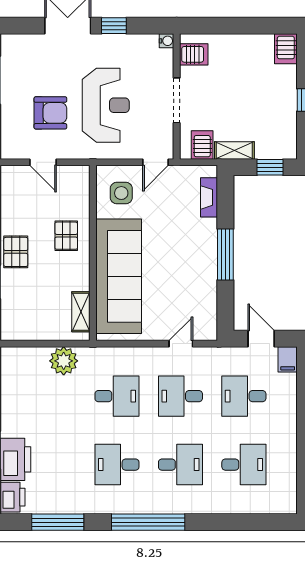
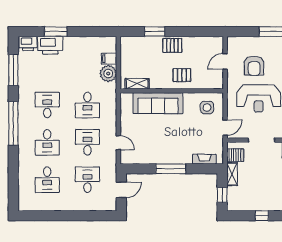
door: (156, 162) -> (225, 128), swing flipped
sofa: (119, 276) -> (158, 103), width x0.74, depth x0.79
filing cabinet: (288, 359) -> (109, 59), moved

